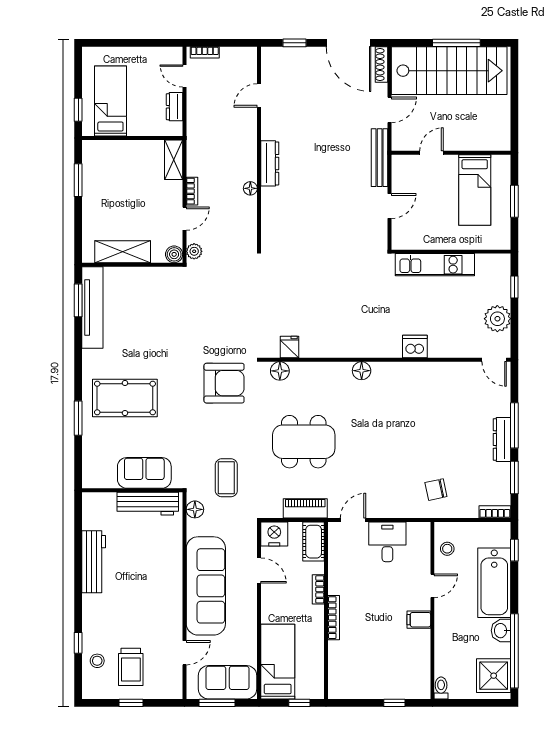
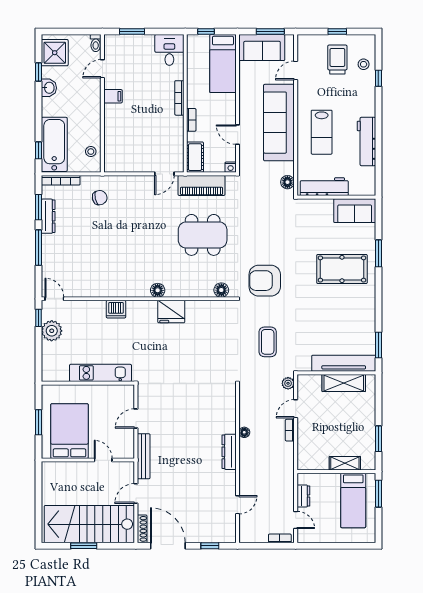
window: (456, 43) -> (84, 546), width x0.69
window: (78, 110) -> (378, 494), width x1.50
door: (431, 153) -> (103, 460), swing flipped
shelving: (174, 160) -> (345, 463), moved, turned 90
bed: (475, 190) -> (69, 431), width x1.50
boiler: (174, 254) -> (304, 381), removed
window: (514, 287) -> (38, 318), moved
tv unit: (92, 307) -> (344, 363), moved, turned 90
fridge: (289, 347) -> (171, 312), moved, width x1.88, depth x1.34
dresser: (502, 439) -> (48, 216), moved
sofa: (144, 473) -> (355, 211), moved
coffee table: (226, 478) -> (268, 342), moved
piano: (305, 508) -> (202, 185), width x1.37, depth x1.33
bookcase: (495, 512) -> (61, 180), width x1.56
nightstand: (274, 534) -> (231, 167), width x0.53, depth x0.56
desk: (387, 542) -> (169, 50), moved, turned 180
lab bench: (151, 574) -> (322, 132), added
bathtub: (494, 583) -> (54, 144), moved
door: (432, 586) -> (102, 69), moved
window: (514, 651) -> (38, 72), width x0.32
window: (394, 703) -> (132, 32), width x1.50

